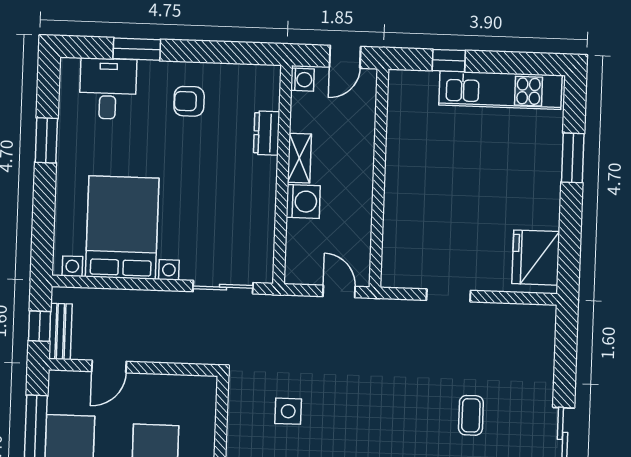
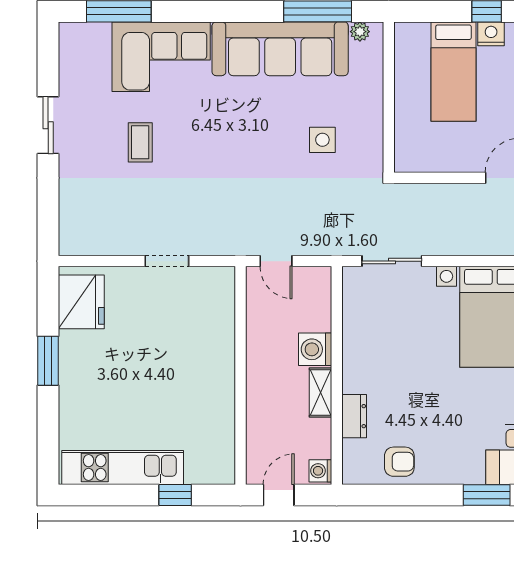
armchair: (189, 101) -> (399, 462), moved
window: (573, 158) -> (48, 361), moved

